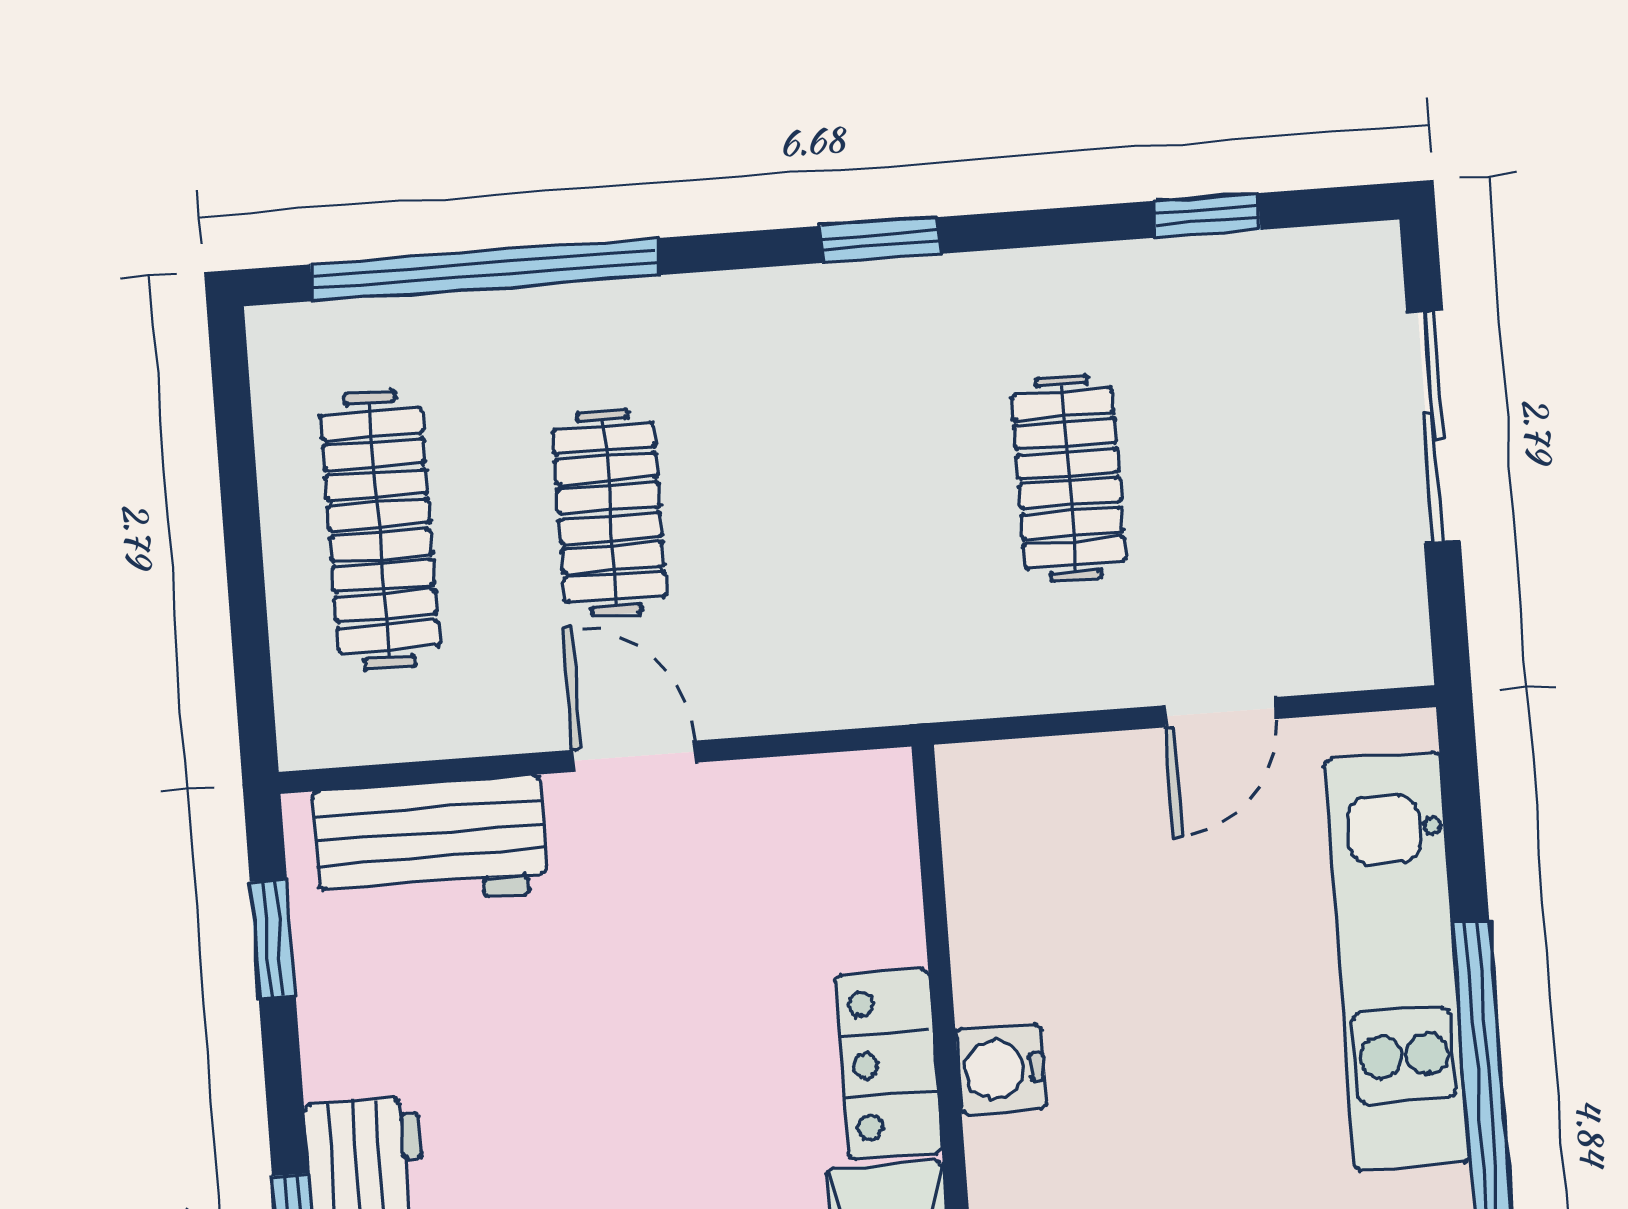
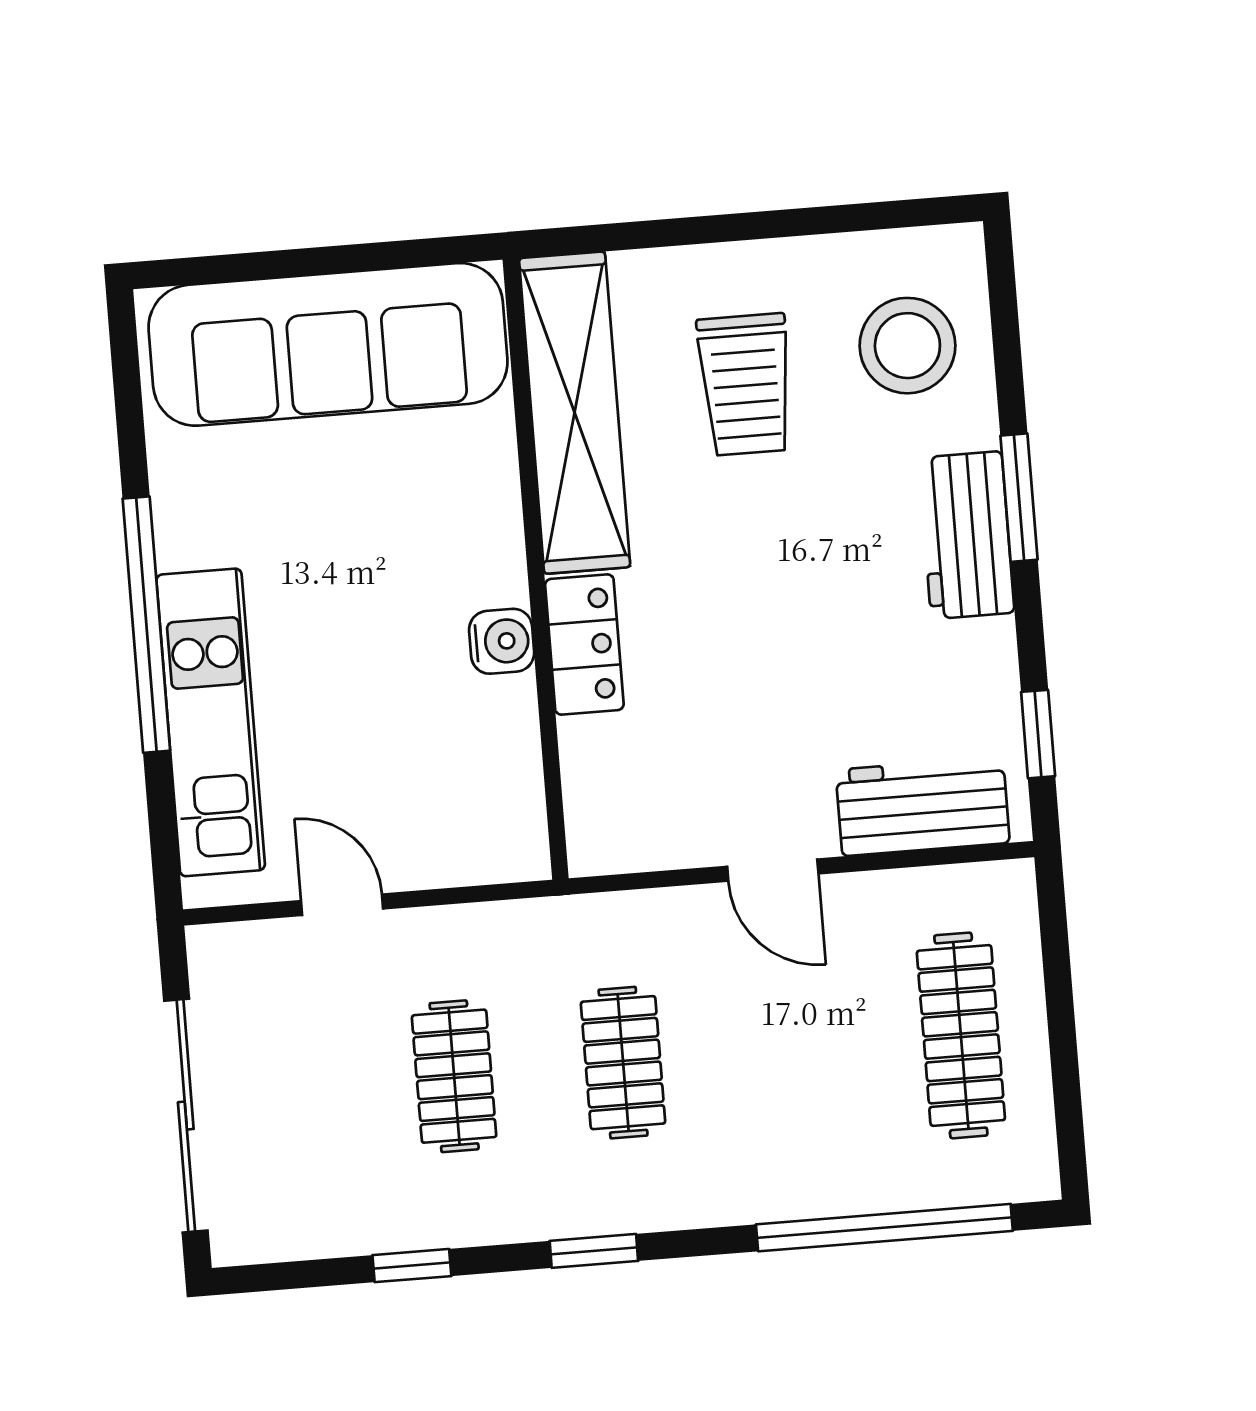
window: (1207, 215) -> (412, 1266), moved
sliding door: (1434, 427) -> (186, 1116), width x1.37
clothes rail: (609, 513) -> (623, 1063), moved
door: (1220, 712) -> (342, 905), hinge flipped

